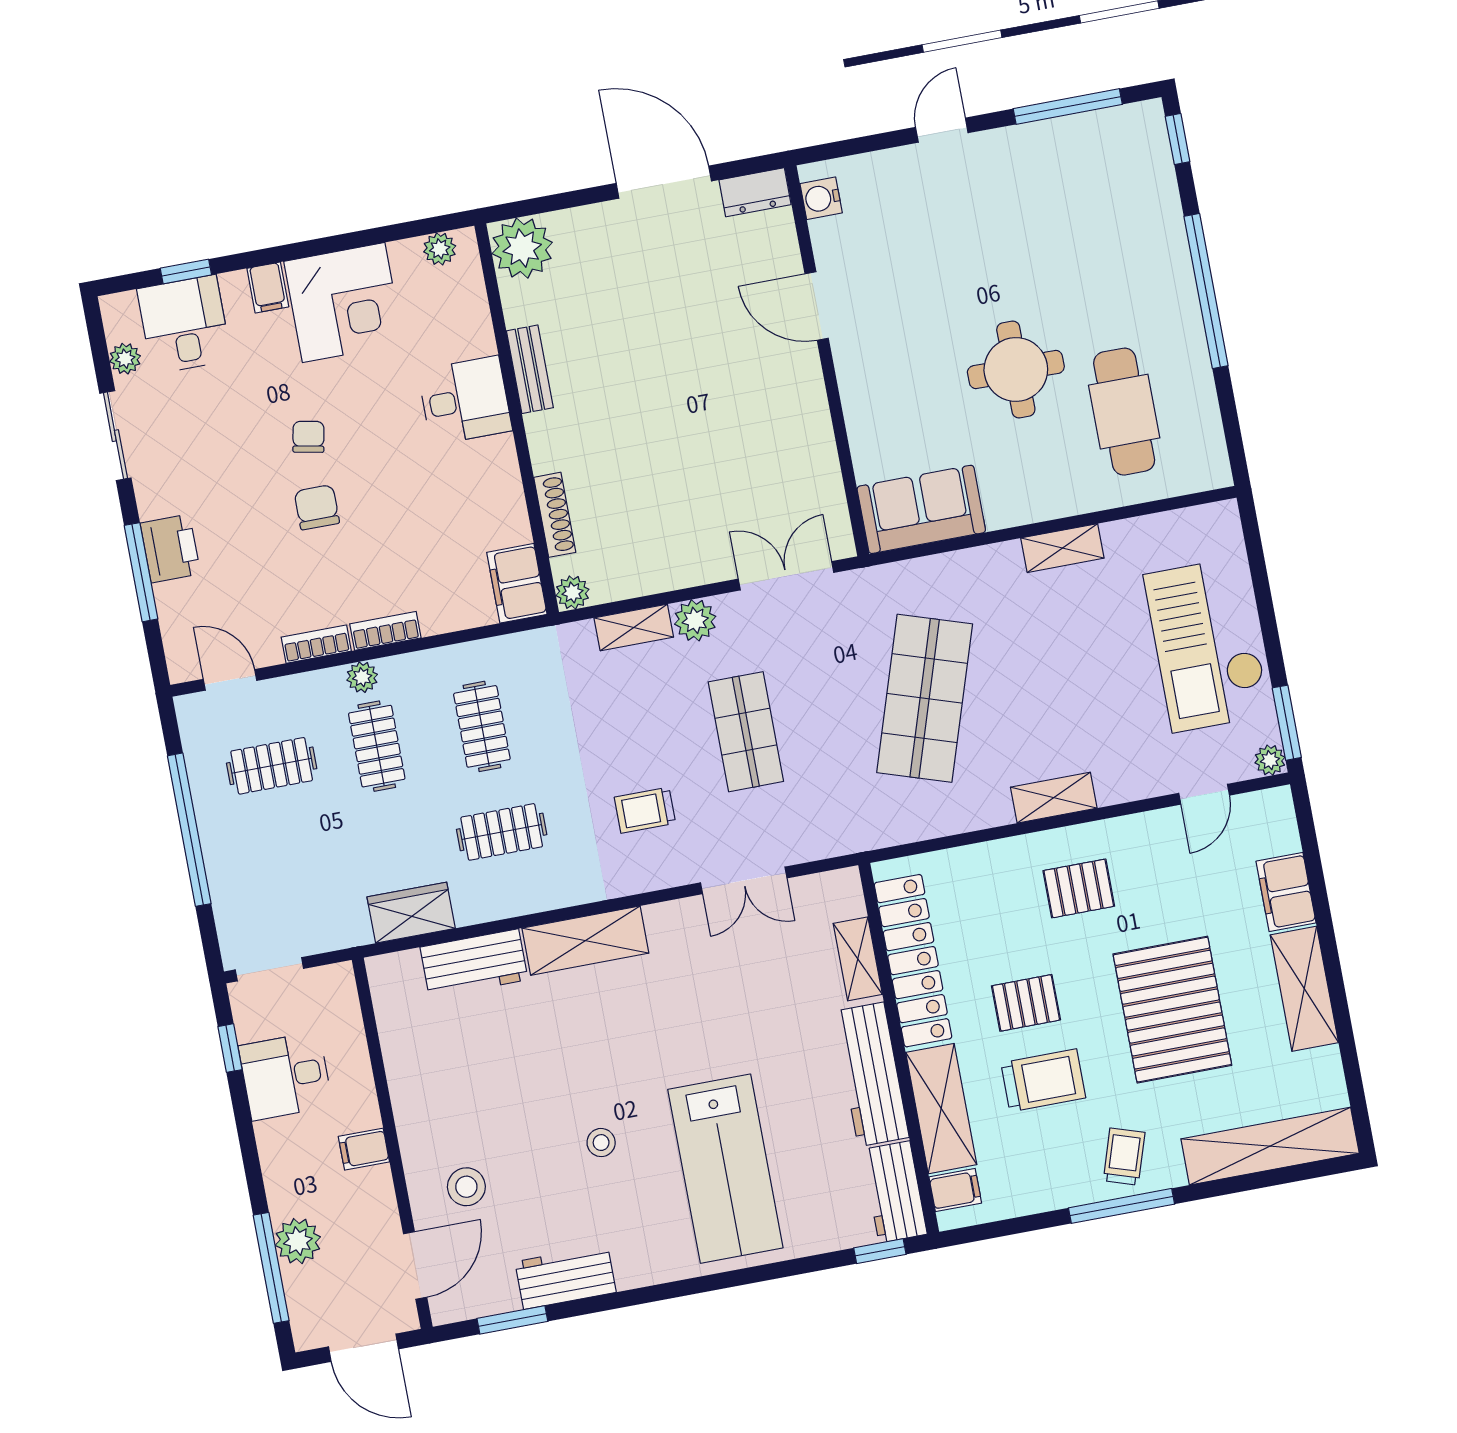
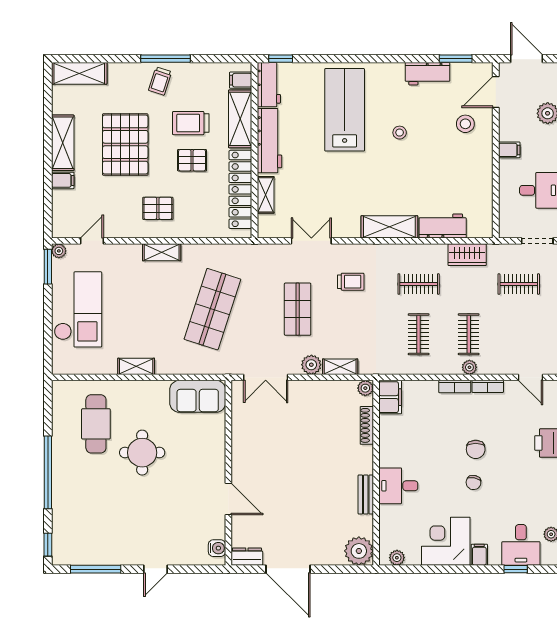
clothes rail: (272, 766) -> (519, 284), moved
filing cabinet: (1286, 892) -> (63, 180), width x0.50
shelving: (1270, 1146) -> (79, 73), width x0.68

